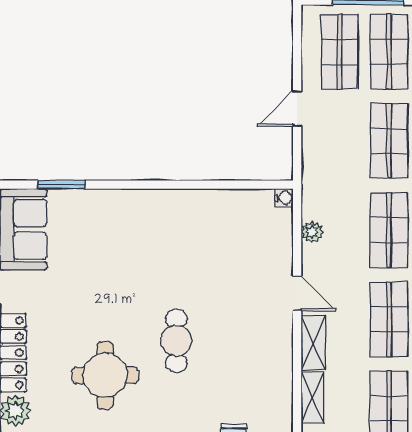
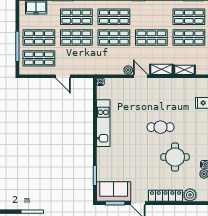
kitchen unit: (186, 204) -> (103, 123), added
plant: (312, 232) -> (128, 70), moved
door: (297, 293) -> (141, 76), hinge flipped

